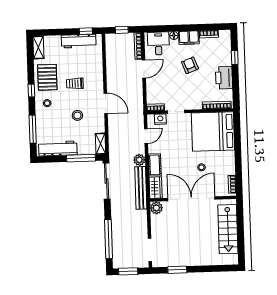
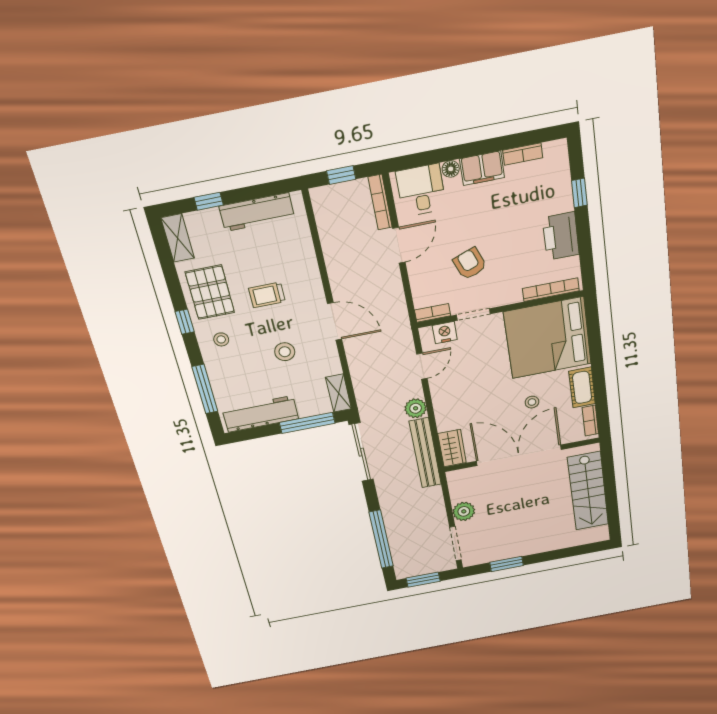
window: (86, 31) -> (209, 201), moved
armchair: (190, 65) -> (470, 264), moved
cot: (155, 165) -> (582, 387), moved
plant: (156, 208) -> (464, 511), moved

